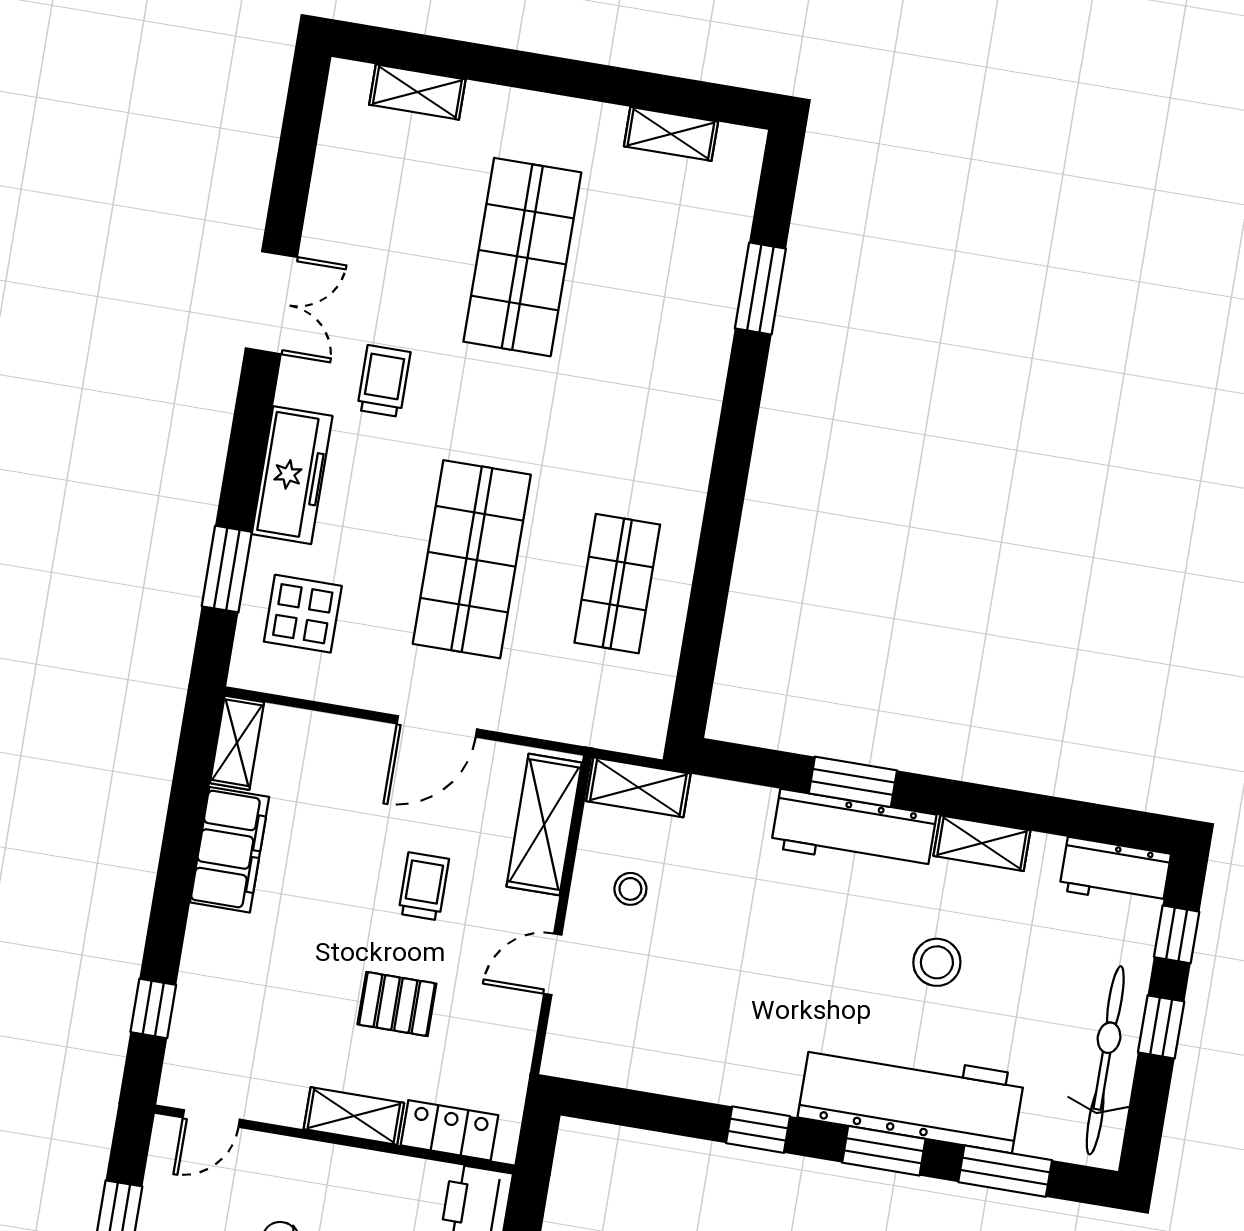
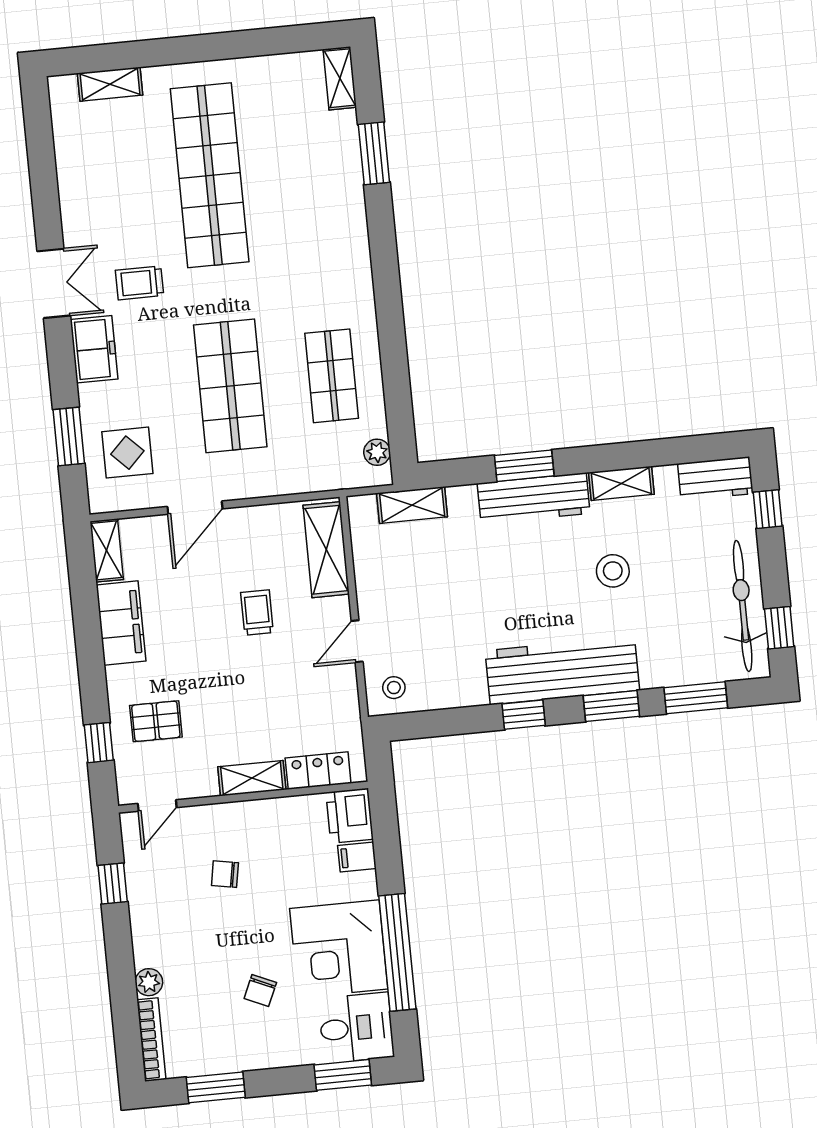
shelving: (671, 134) -> (340, 78), moved, turned 90
shop shelf: (522, 257) -> (210, 175), width x1.40
double door: (271, 303) -> (54, 283), moved
trolley: (384, 381) -> (140, 283), turned -90
freezer: (292, 475) -> (94, 349), width x0.71
plant: (652, 707) -> (377, 452), added
door: (437, 726) -> (195, 508), moved
shelving: (638, 787) -> (412, 505), moved
stool: (630, 889) -> (394, 688), moved
pallet: (397, 1004) -> (156, 721), moved
window: (1161, 1027) -> (779, 628), moved
workbench: (911, 1096) -> (562, 670), moved

